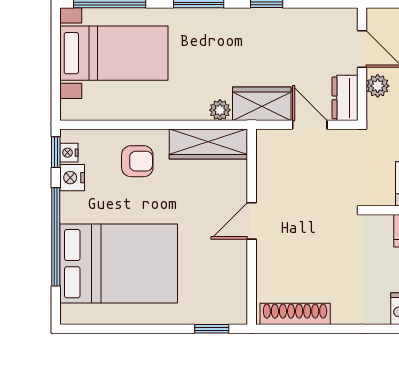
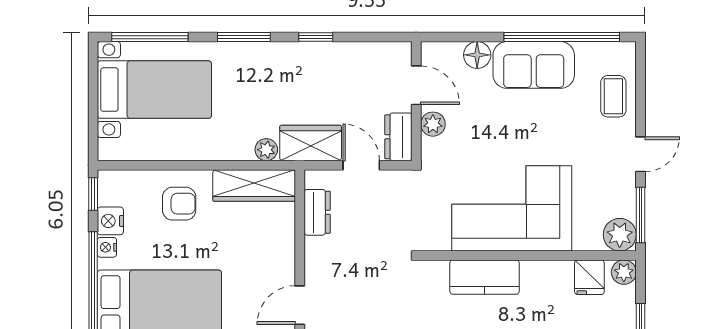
nightstand: (69, 153) -> (107, 247), moved
dresser: (268, 169) -> (317, 212), added
door: (252, 221) -> (300, 305), moved

